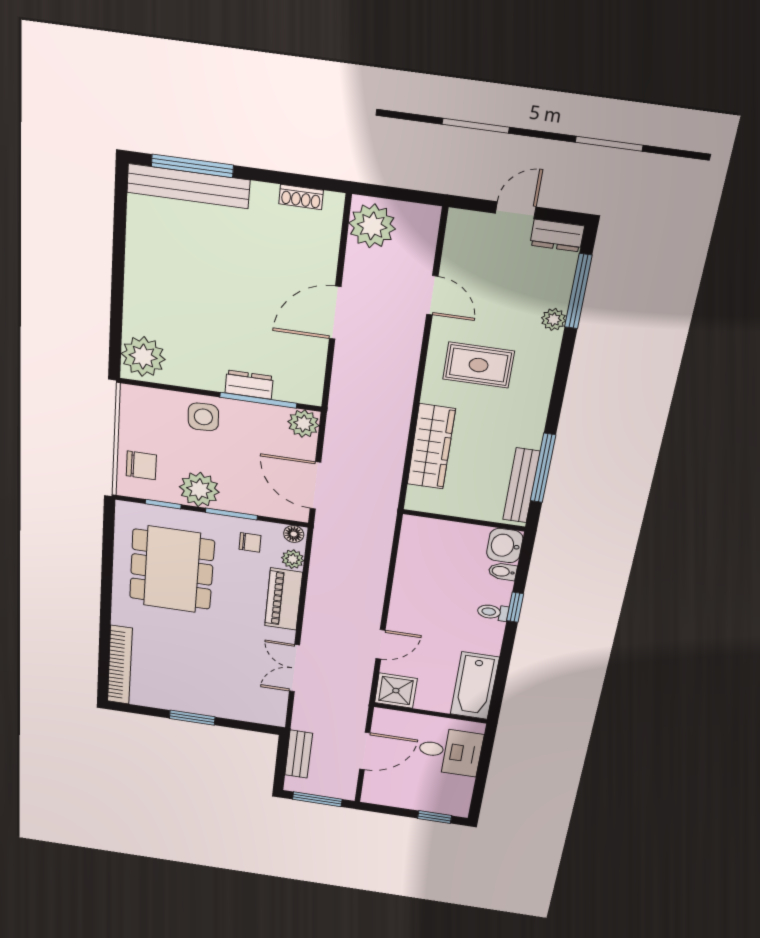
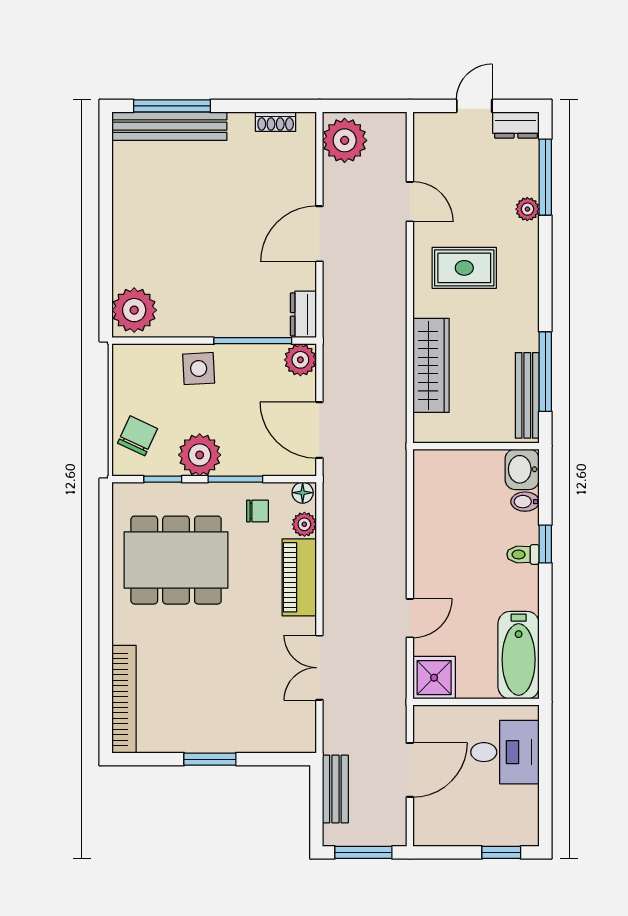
dresser: (249, 385) -> (303, 314), moved, turned -90
chair: (141, 465) -> (138, 436), turned -65
dining table: (172, 569) -> (176, 560), turned 90

